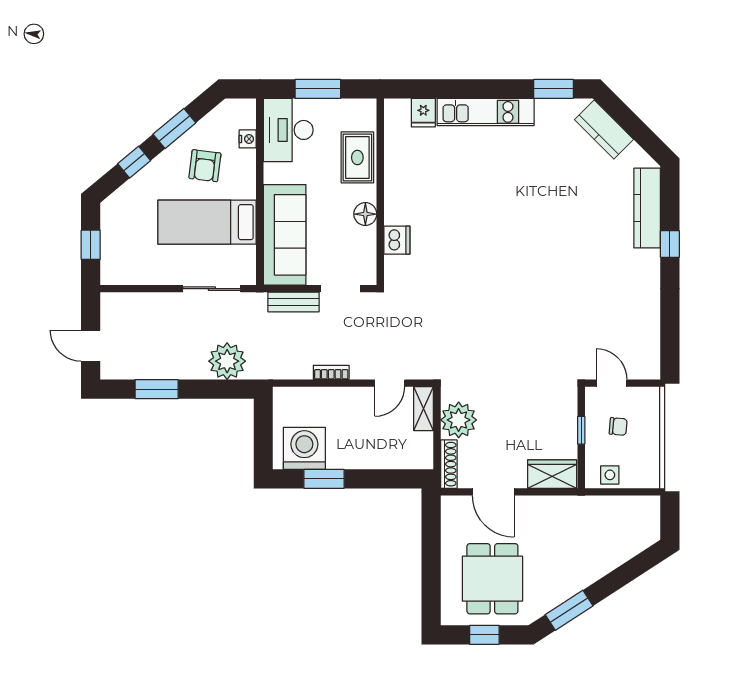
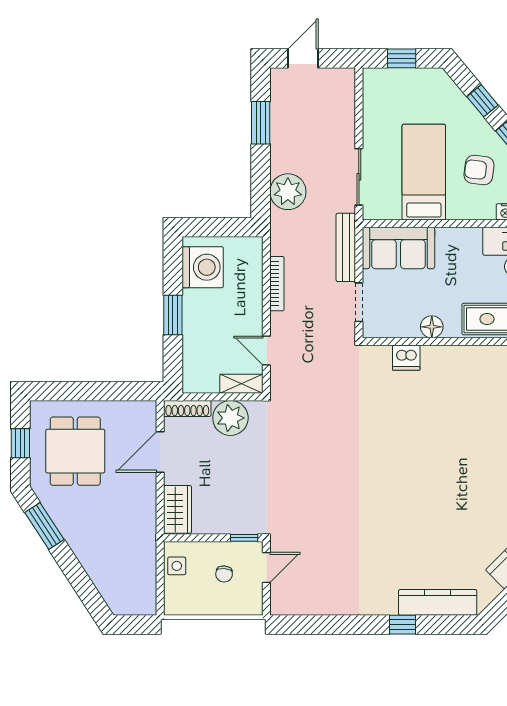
sofa: (285, 235) -> (398, 248), width x0.73
bench: (293, 302) -> (346, 247), width x1.36
bookcase: (331, 372) -> (277, 284), width x1.56
window: (581, 430) -> (244, 538), moved
window: (324, 479) -> (173, 315), moved
dining table: (492, 579) -> (75, 451), turned 90

